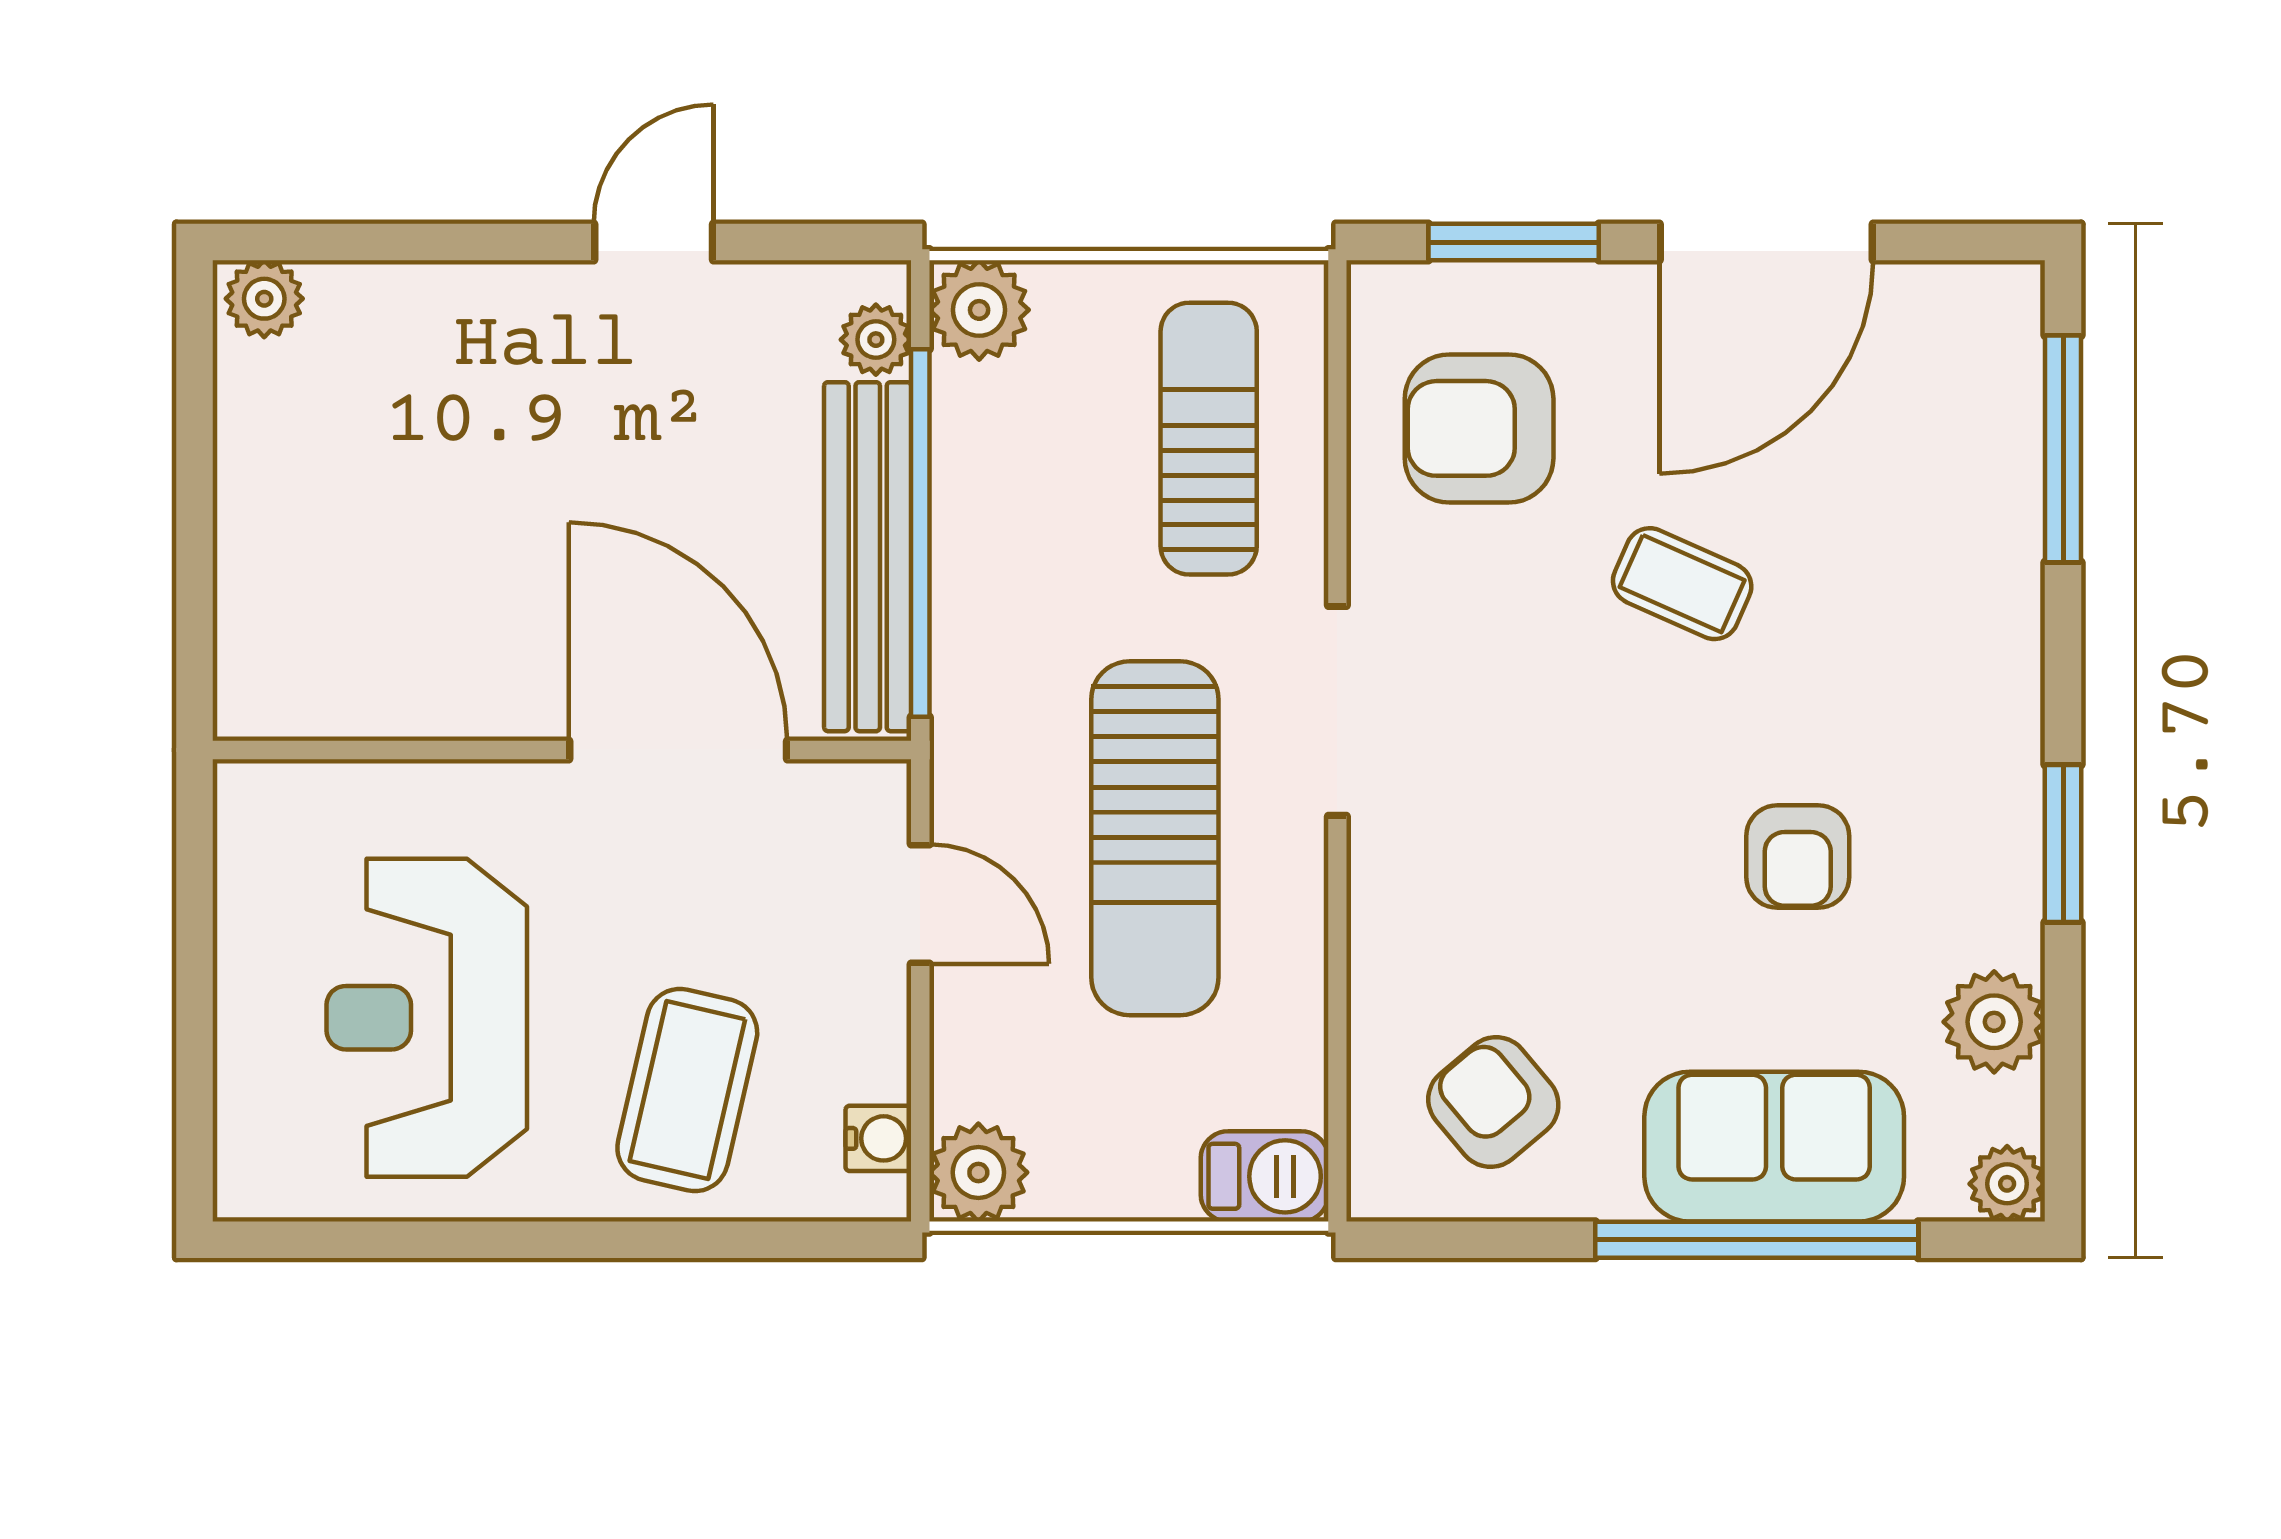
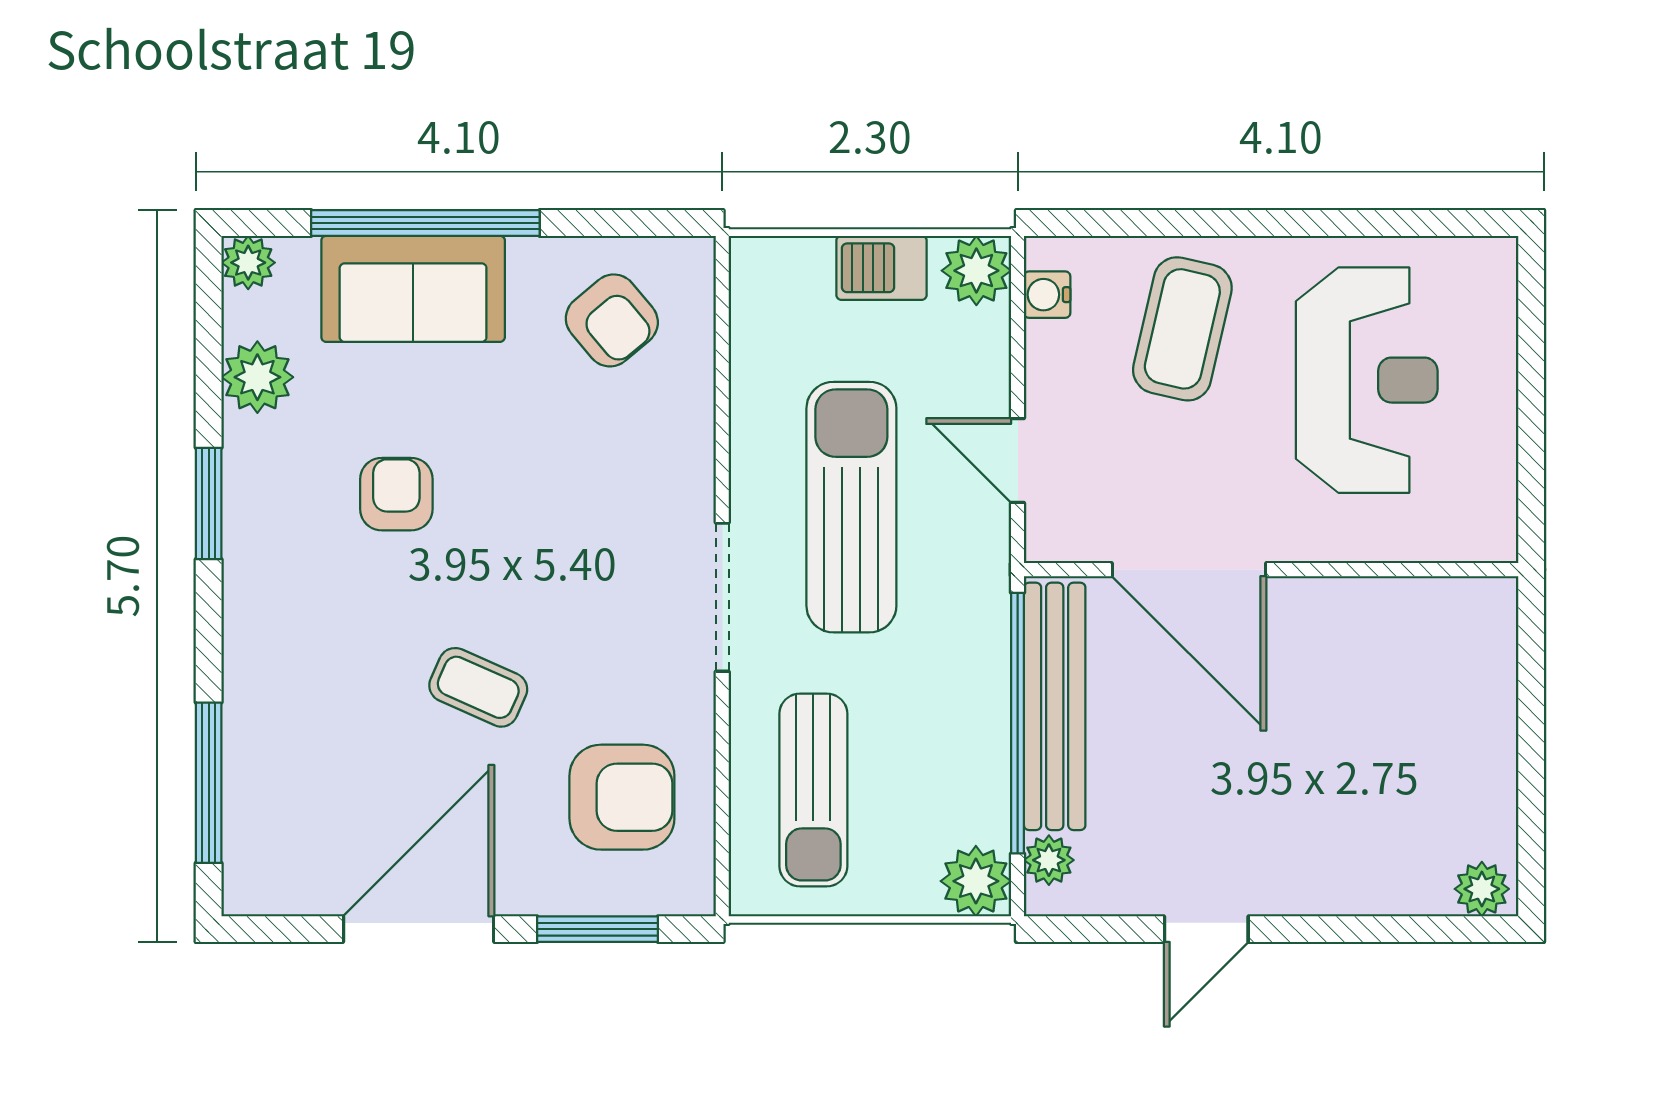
barbecue: (1265, 1176) -> (882, 268), moved

